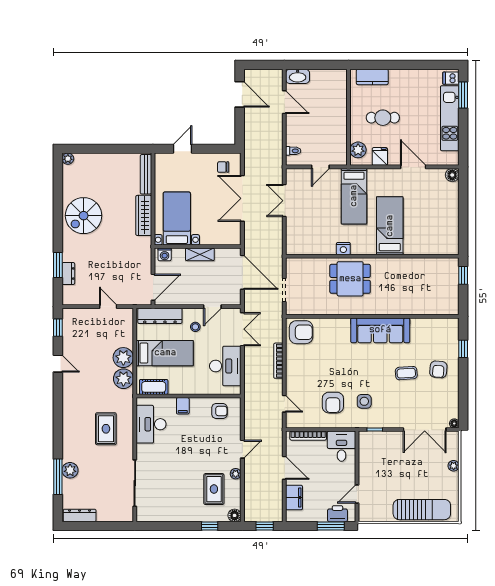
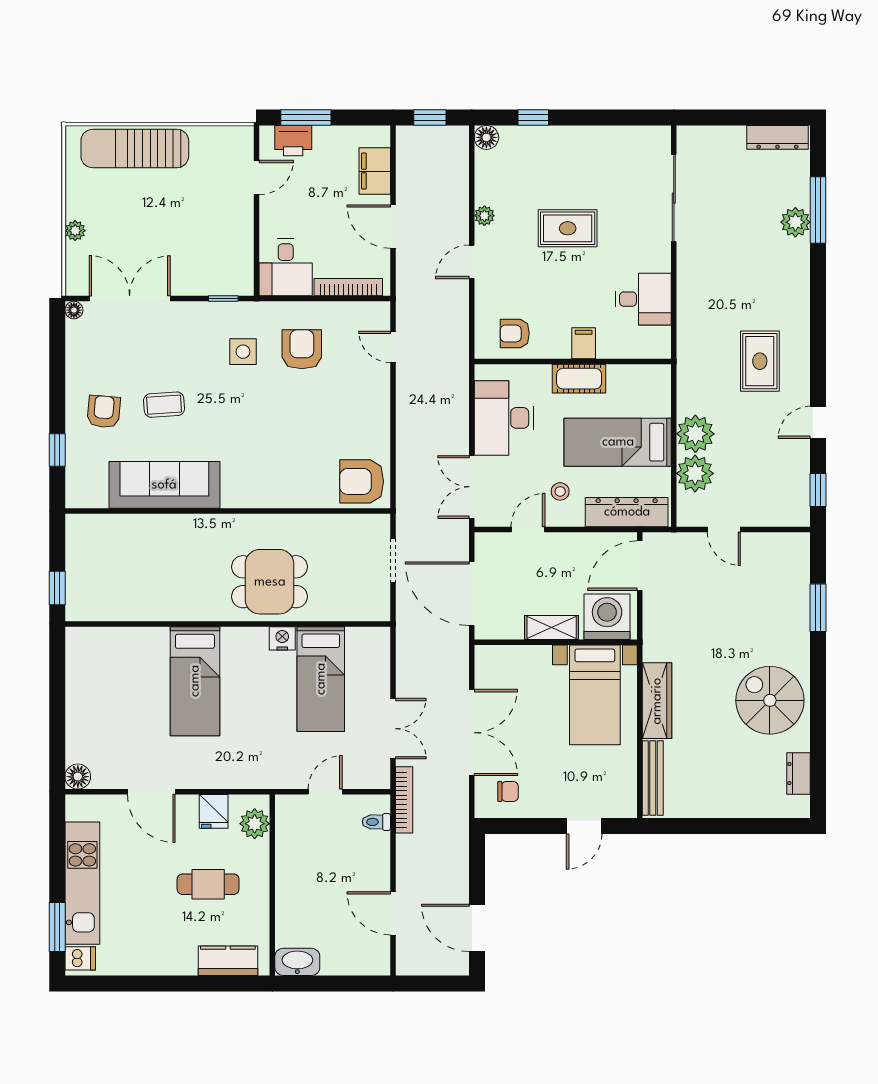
washbasin: (298, 76) -> (297, 962), moved
plant: (68, 159) -> (799, 807), removed
bed: (354, 196) -> (321, 679), moved, turned 180
spiral stairs: (84, 216) -> (770, 700), turned -90
washing machine: (165, 254) -> (607, 617), width x1.89, depth x1.89
dresser: (68, 273) -> (799, 774), moved
sofa: (380, 330) -> (164, 485), moved
bookcase: (278, 361) -> (404, 800), moved
door: (58, 364) -> (818, 422), hinge flipped
plant: (123, 379) -> (695, 473), moved
cot: (154, 387) -> (579, 379), moved
desk: (151, 424) -> (643, 299), width x0.73
rug: (106, 429) -> (760, 361), moved
rug: (214, 489) -> (568, 228), moved, turned 90

